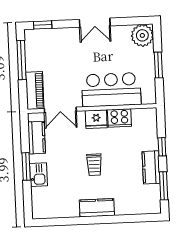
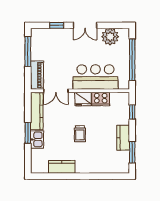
window: (43, 25) -> (57, 25), moved
plant: (142, 35) -> (110, 37), moved
window: (158, 65) -> (132, 60), width x2.11
kitchen counter: (37, 138) -> (37, 111), width x1.50
window: (162, 147) -> (132, 112), moved
kitchen counter: (97, 208) -> (62, 167), moved

